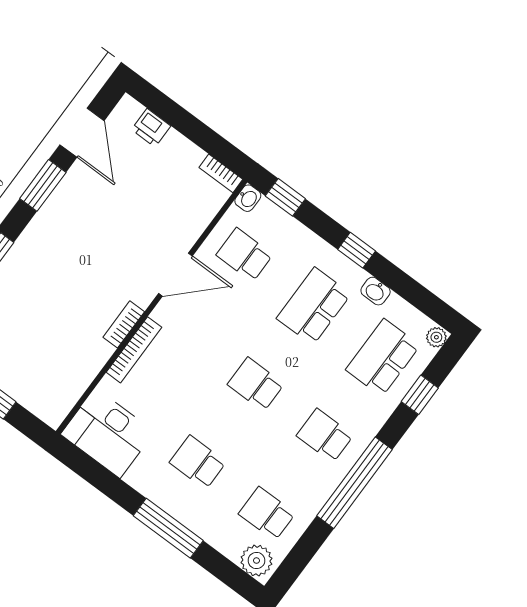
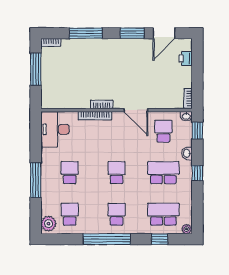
washbasin: (376, 291) -> (187, 153), moved

